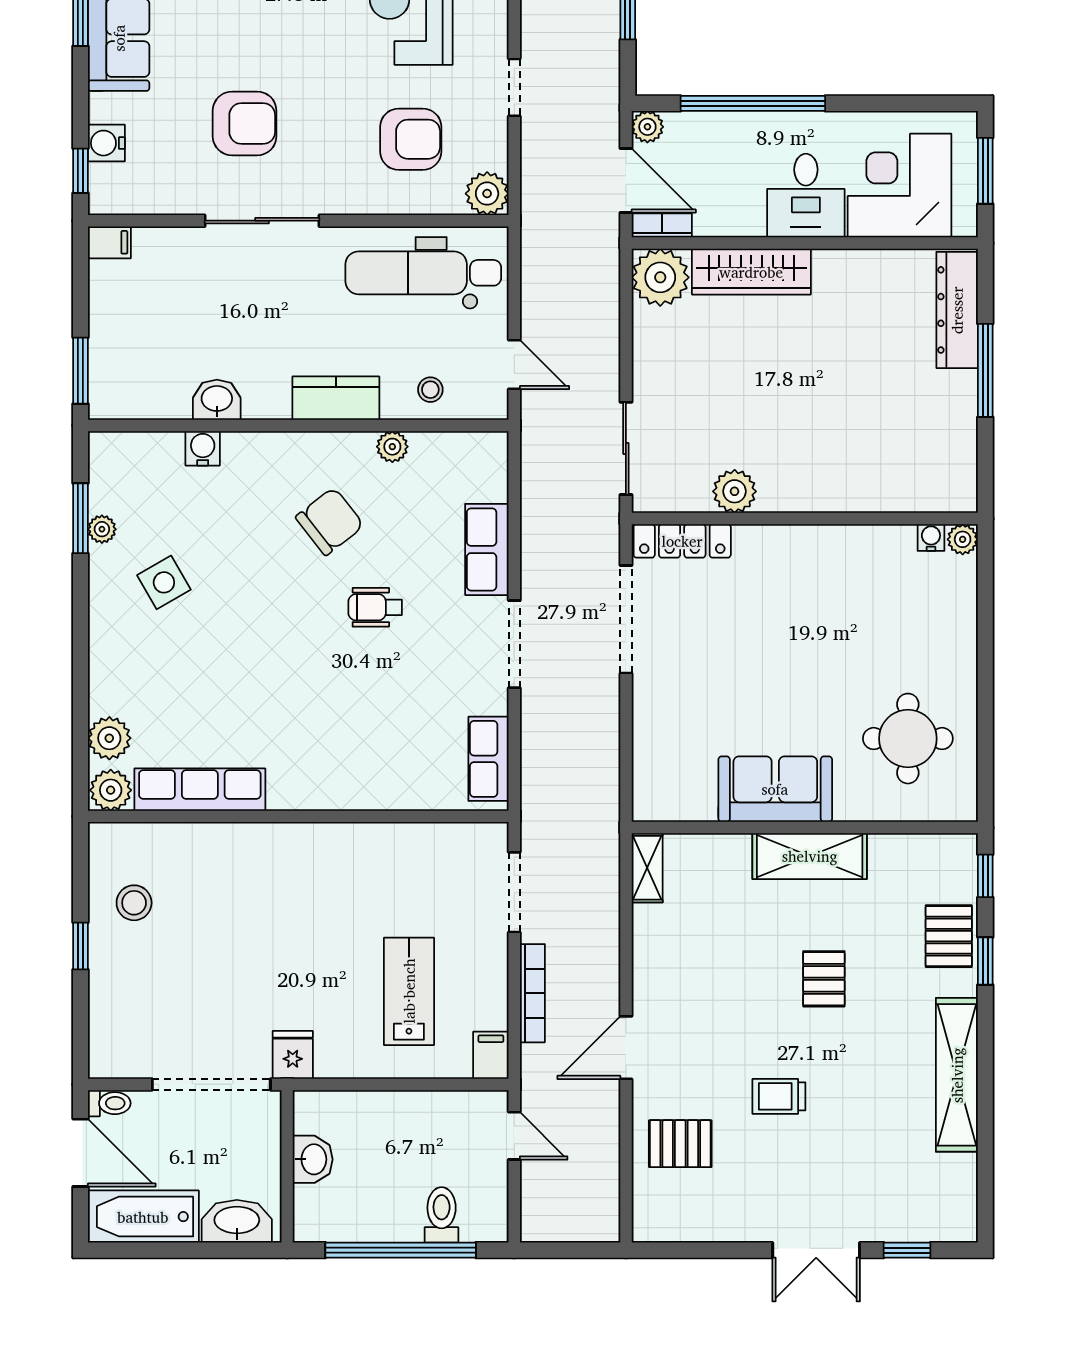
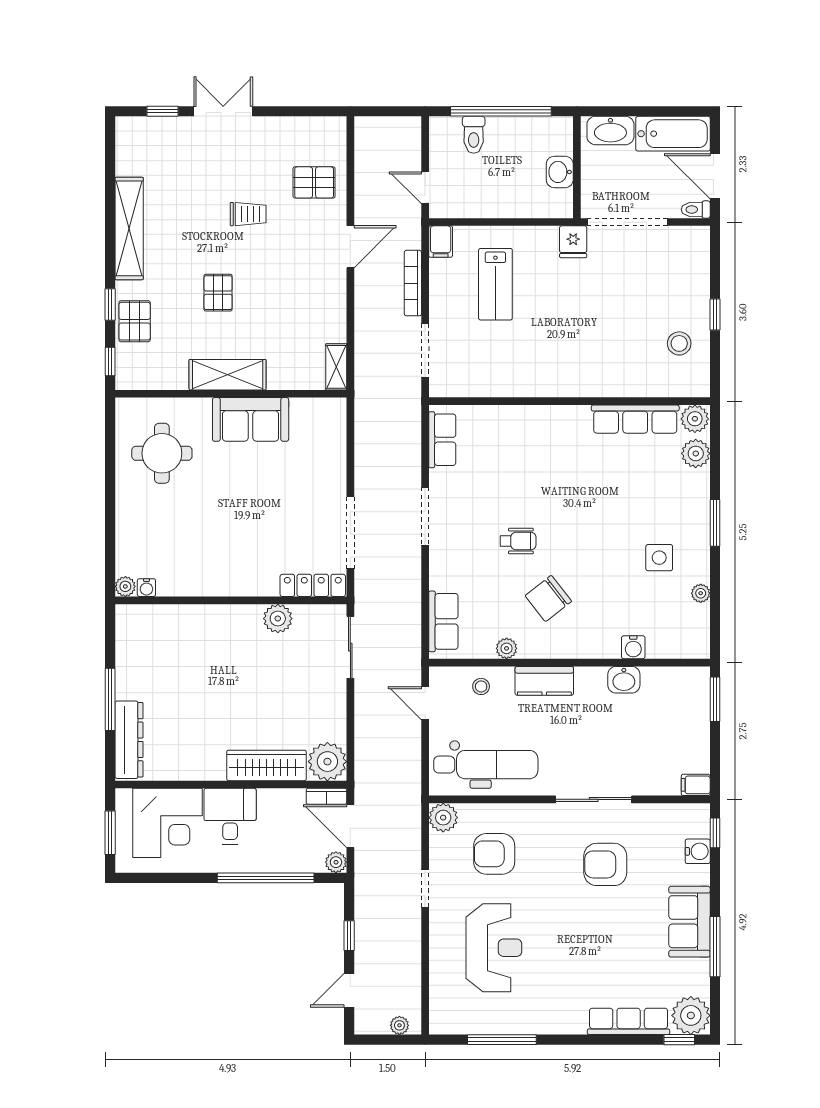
window: (80, 518) -> (715, 523), moved
row of seats: (487, 549) -> (443, 621), moved
side table: (164, 582) -> (659, 558), turned 30

